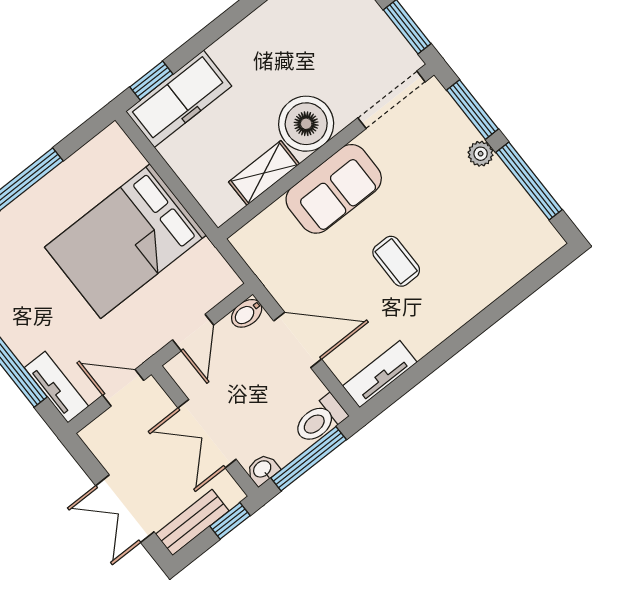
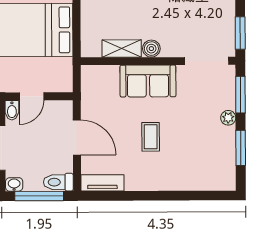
boiler: (306, 124) -> (151, 49), width x0.54, depth x0.54
window: (529, 181) -> (241, 148), width x0.69
bidet: (247, 313) -> (12, 110), moved, turned -90

